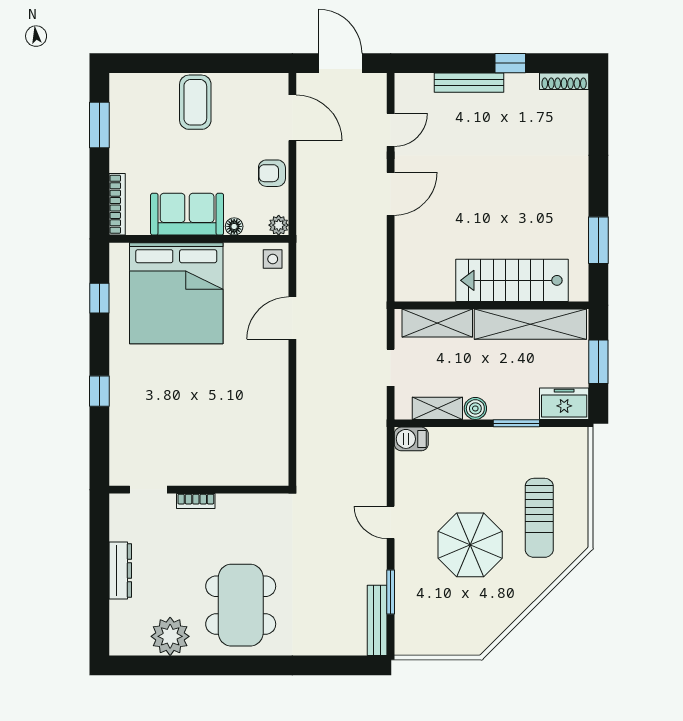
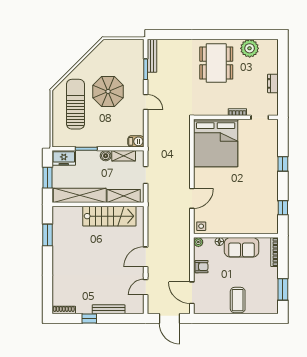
stairs: (512, 280) -> (109, 216), moved
bed: (176, 293) -> (216, 143), moved, turned 180
sun lounger: (539, 518) -> (75, 104), width x1.36, depth x1.34
dresser: (120, 570) -> (273, 83), width x0.70

